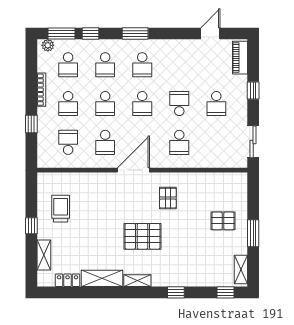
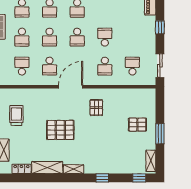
school desk: (216, 104) -> (132, 66), moved, turned 180
pallet: (142, 236) -> (60, 130), moved

